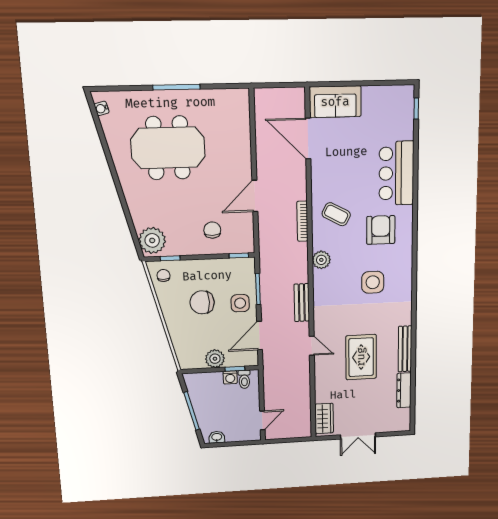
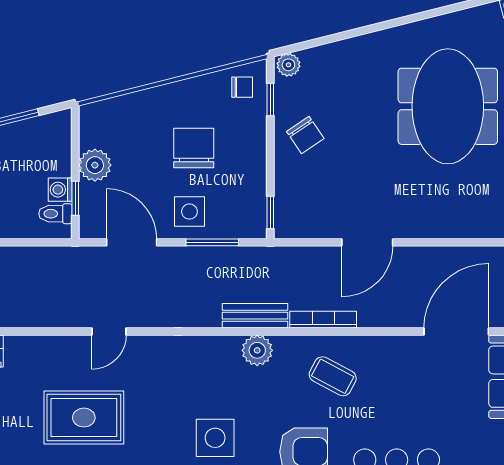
door: (255, 196) -> (367, 242), swing flipped
coffee table: (336, 214) -> (333, 376), turned 90
chair: (212, 230) -> (305, 135), moved, turned 56
plant: (152, 240) -> (288, 65), width x0.53, depth x0.53
bench: (302, 303) -> (255, 316), moved

